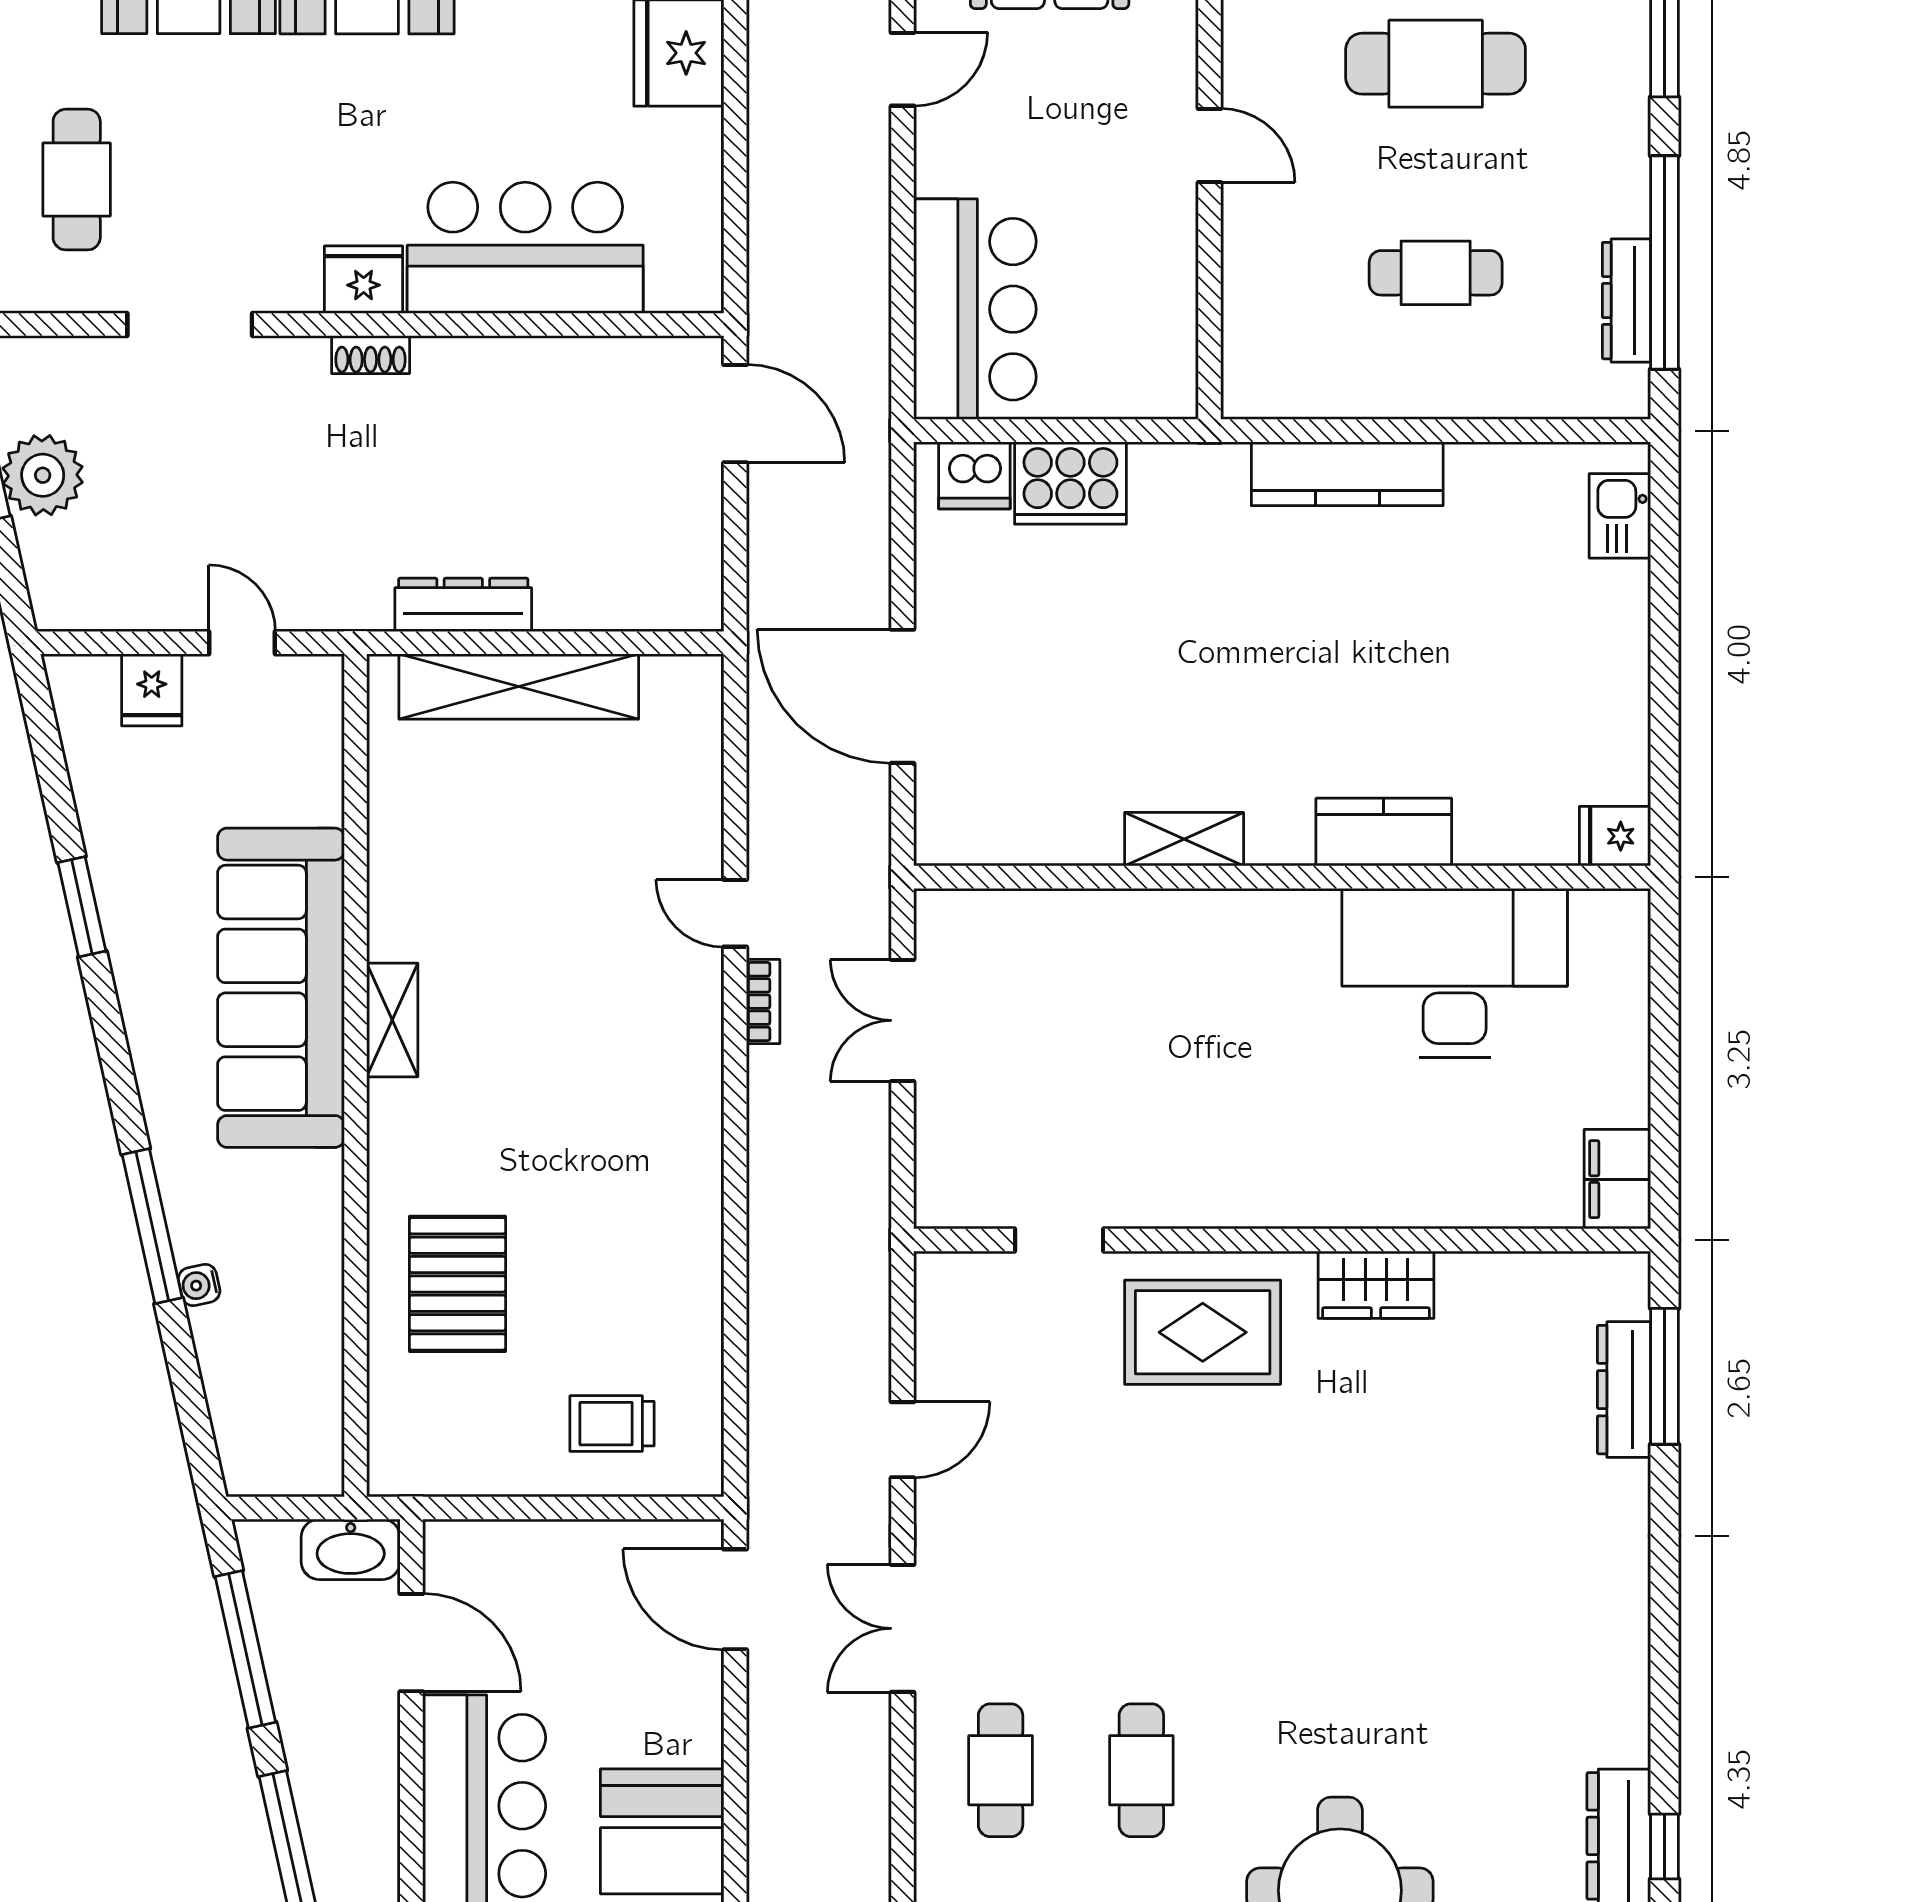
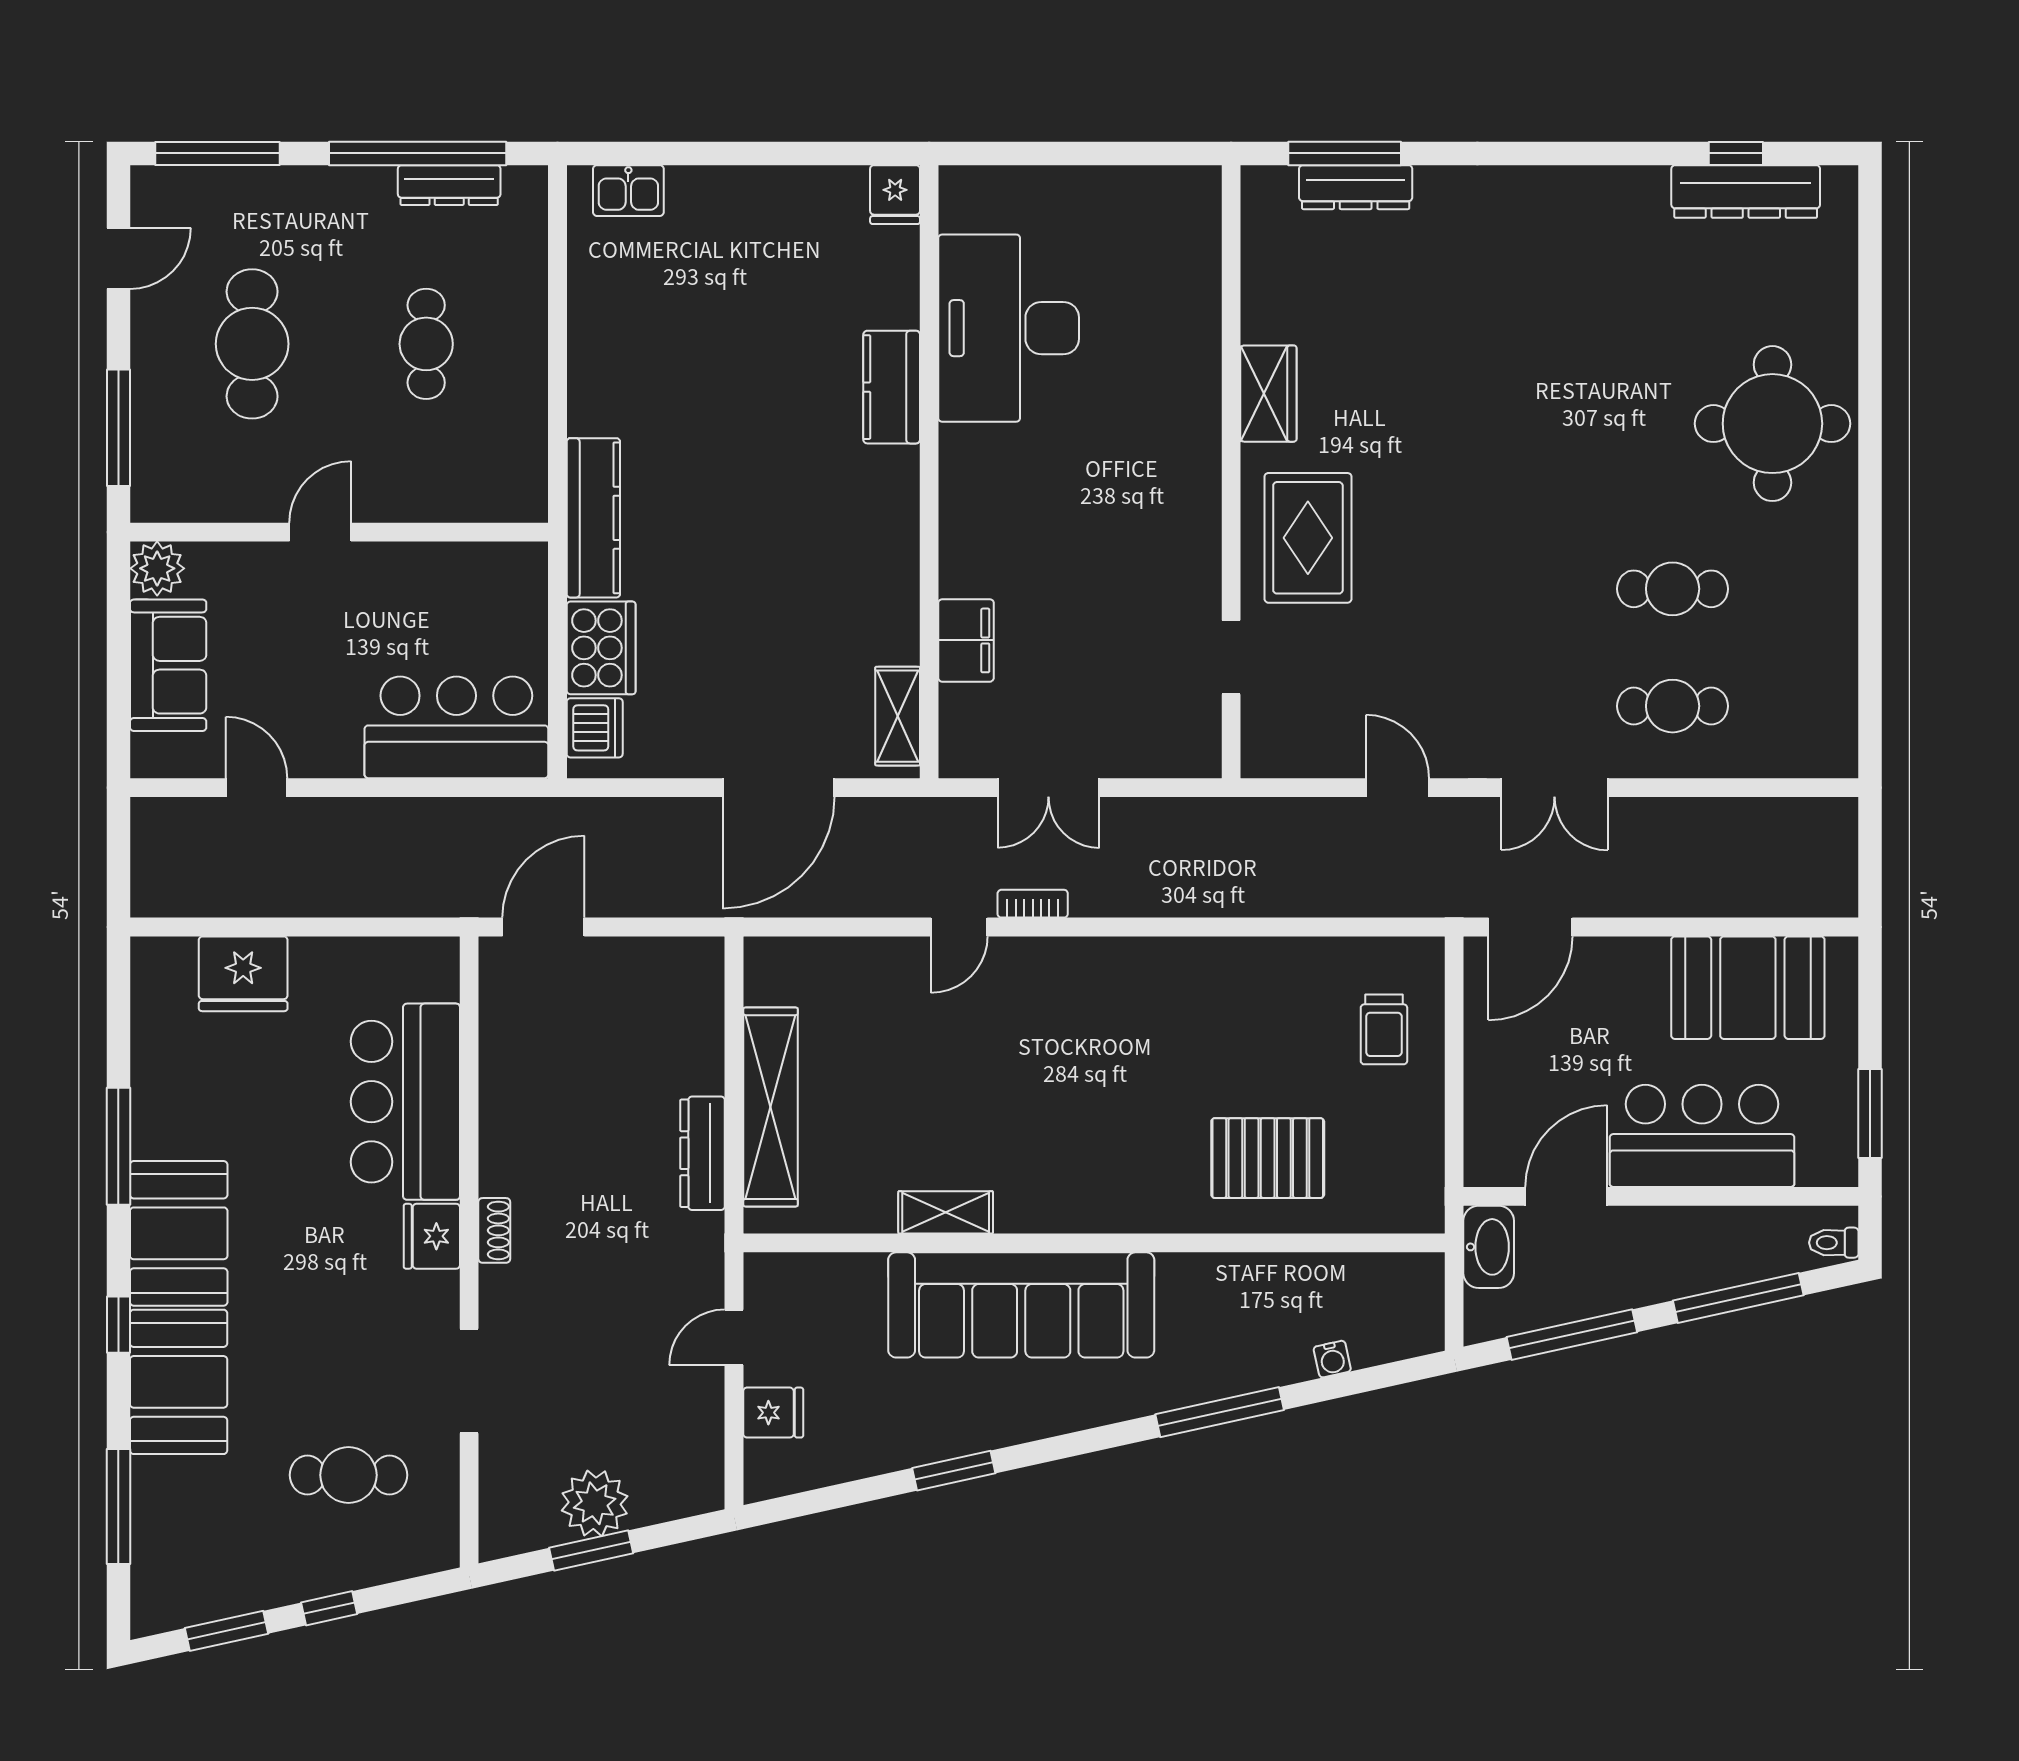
kitchen counter: (1347, 474) -> (593, 518), moved
shelving: (1184, 839) -> (898, 716), moved
shelving: (392, 1020) -> (946, 1212), moved
filing cabinet: (1617, 1179) -> (966, 640), moved, turned -90
water cooler: (199, 1285) -> (1332, 1359), moved

